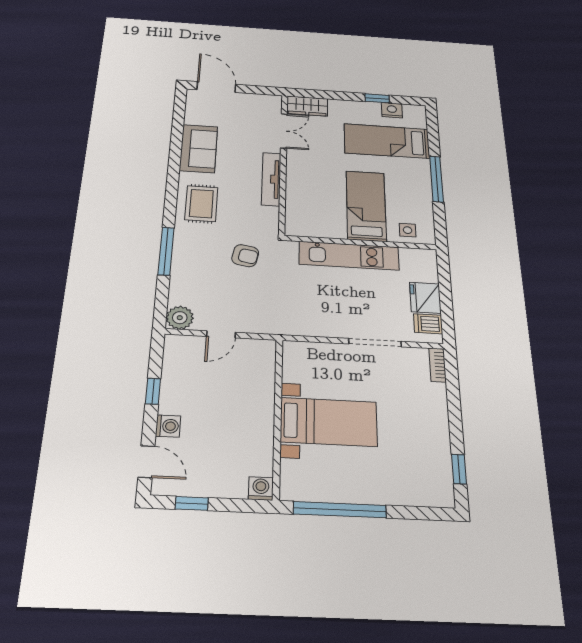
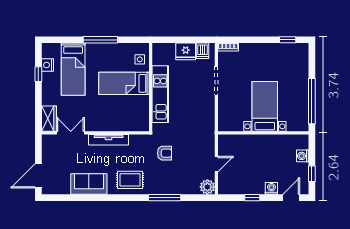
armchair: (245, 256) -> (164, 153), turned 79
door: (221, 334) -> (216, 164), hinge flipped
washing machine: (261, 489) -> (303, 156), moved

